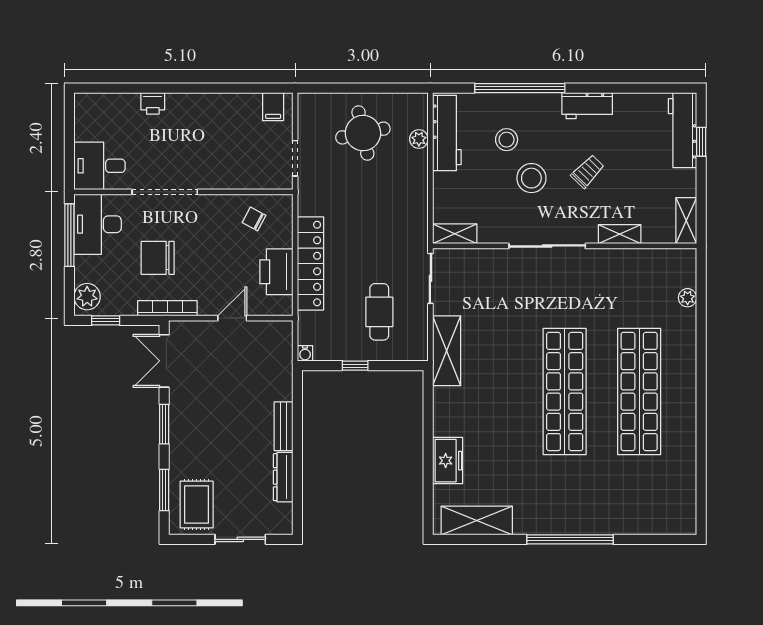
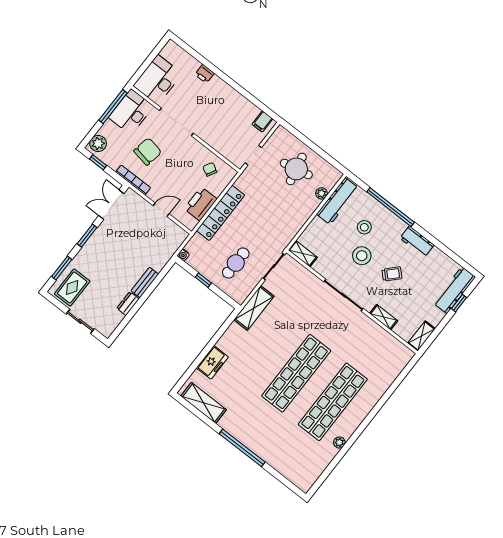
desk: (100, 166) -> (158, 80), width x1.37
chair: (158, 258) -> (148, 152), turned 100
plant: (688, 298) -> (339, 442), moved
dresser: (283, 477) -> (128, 304), width x0.70

